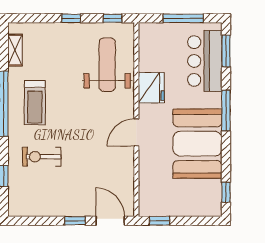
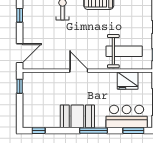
fridge: (151, 88) -> (128, 81), moved
booth: (197, 144) -> (77, 116), width x0.73, depth x0.70
window: (75, 221) -> (20, 15), moved

